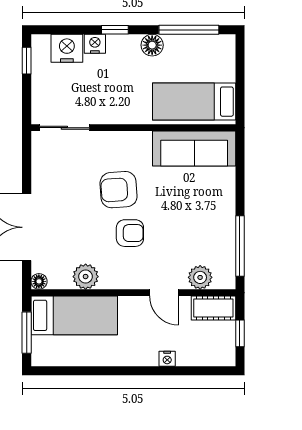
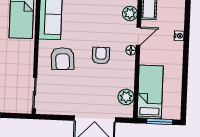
armchair: (119, 190) -> (62, 59), moved
plant: (86, 277) -> (126, 97), moved
floor lamp: (39, 281) -> (131, 50), moved

